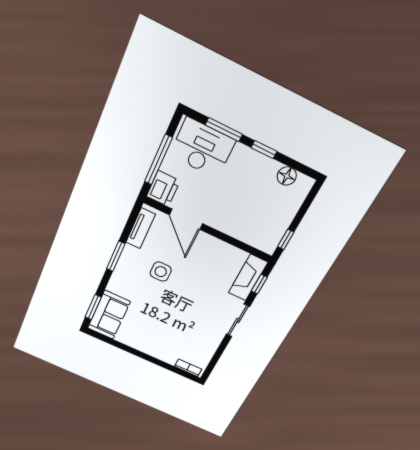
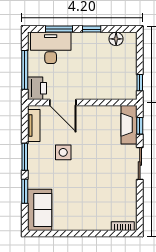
window: (93, 307) -> (25, 191), moved

